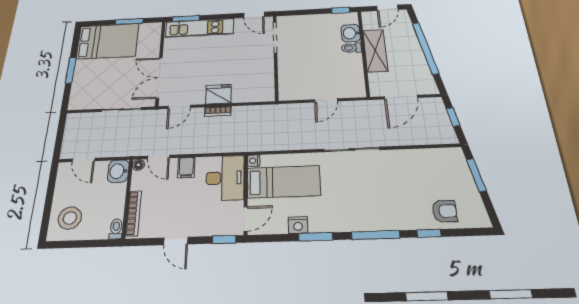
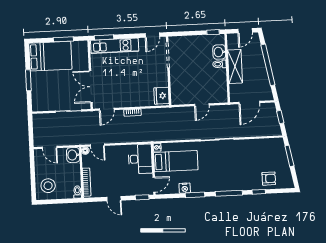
door: (254, 15) -> (152, 35), hinge flipped
fridge: (219, 94) -> (162, 96), moved, turned -90
filing cabinet: (186, 167) -> (116, 152), removed

